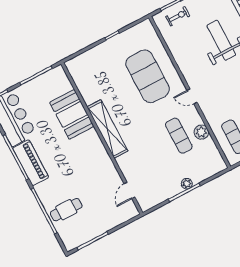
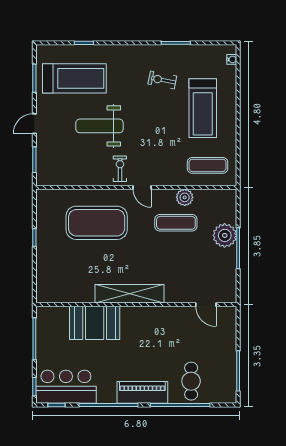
exercise bike: (178, 16) -> (120, 169), moved
door: (192, 96) -> (142, 187), hinge flipped
piano: (31, 163) -> (142, 392), moved
plant: (187, 184) -> (225, 235), width x1.87, depth x1.87

